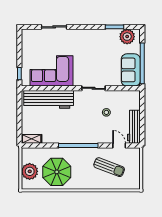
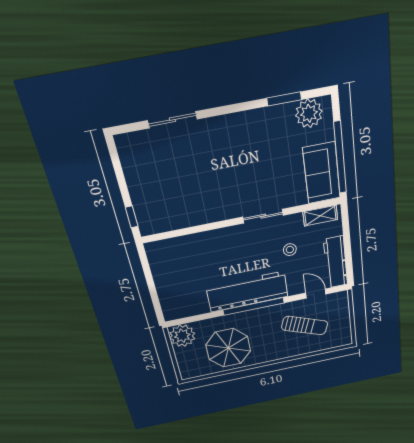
corner sofa: (51, 71) -> (186, 201), removed
workbench: (49, 99) -> (247, 292), moved, turned 180
shelving: (32, 139) -> (320, 216), moved
plant: (30, 171) -> (182, 336), moved

